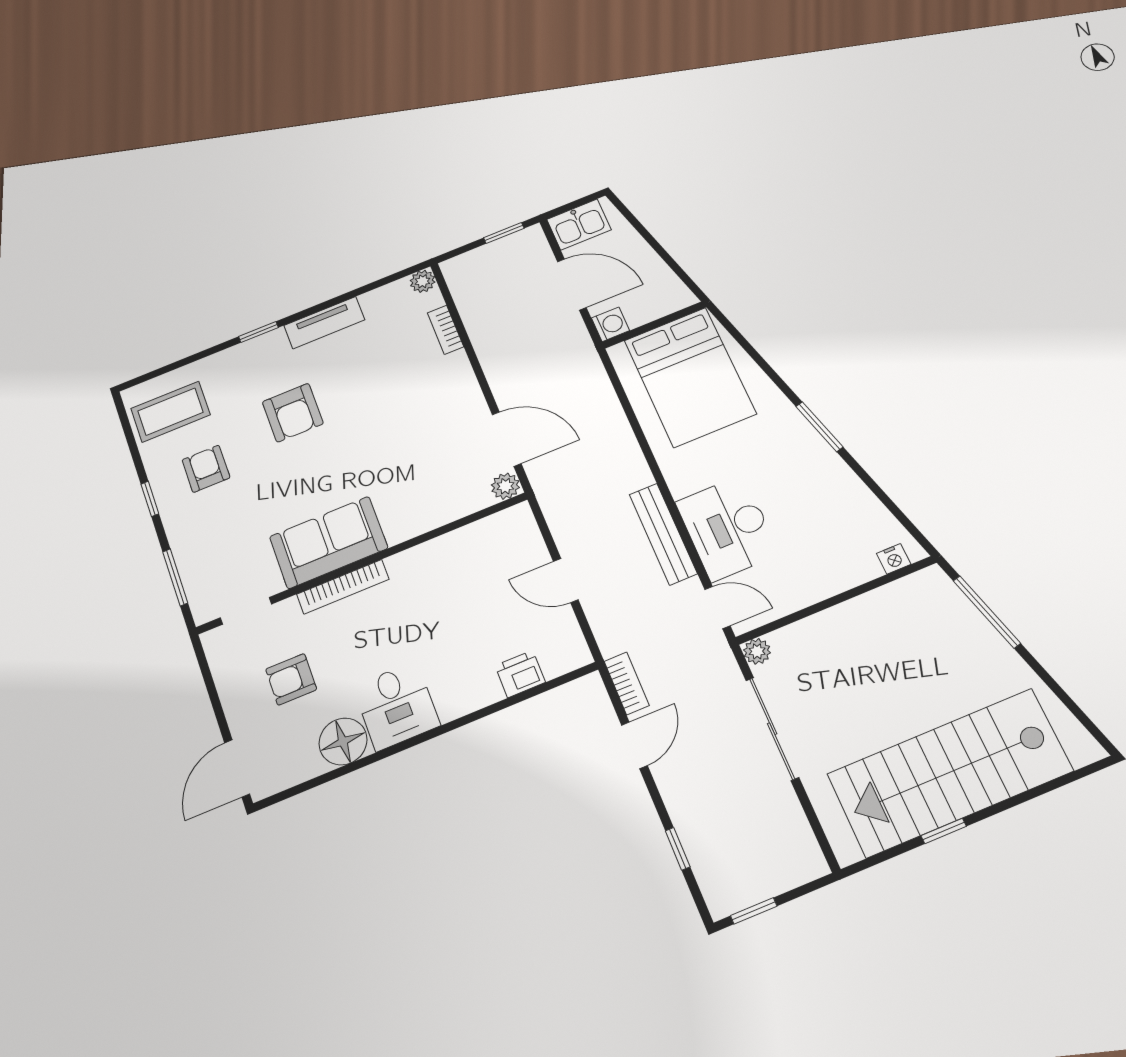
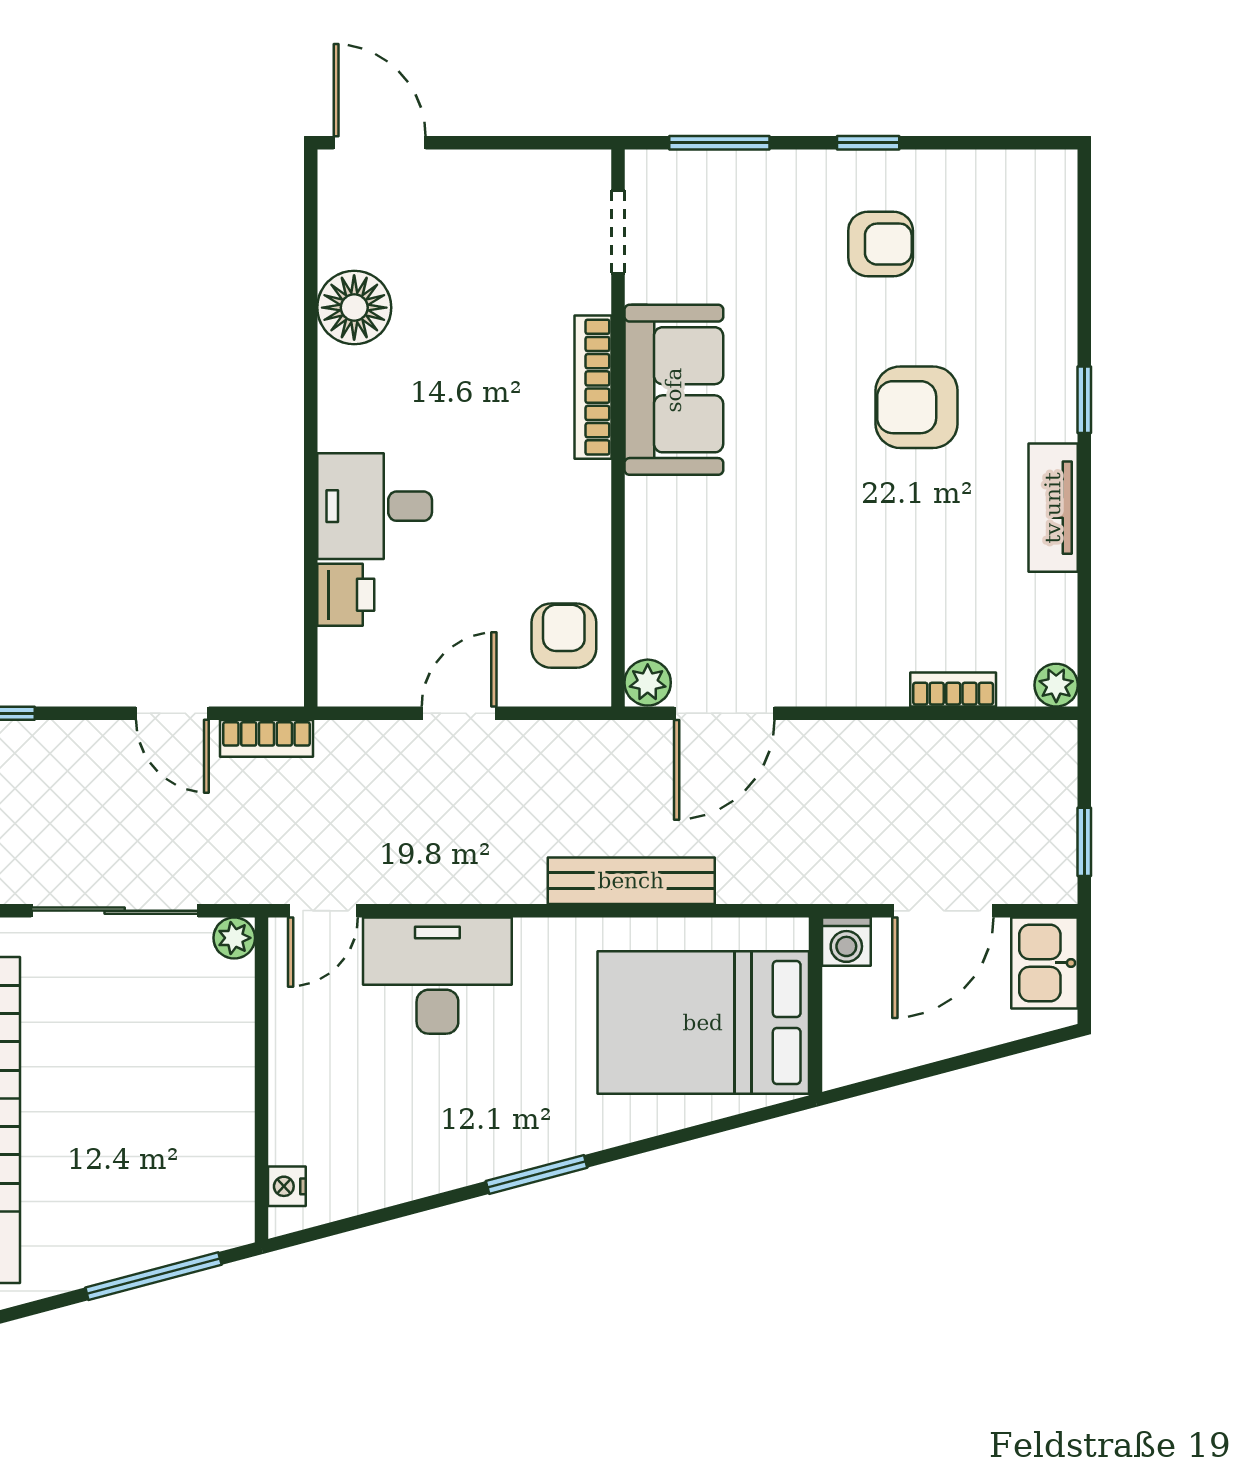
coffee table: (171, 412) -> (1005, 219), removed
bench: (663, 534) -> (631, 881), moved
armchair: (291, 679) -> (564, 636), moved
desk: (396, 706) -> (375, 506), moved

